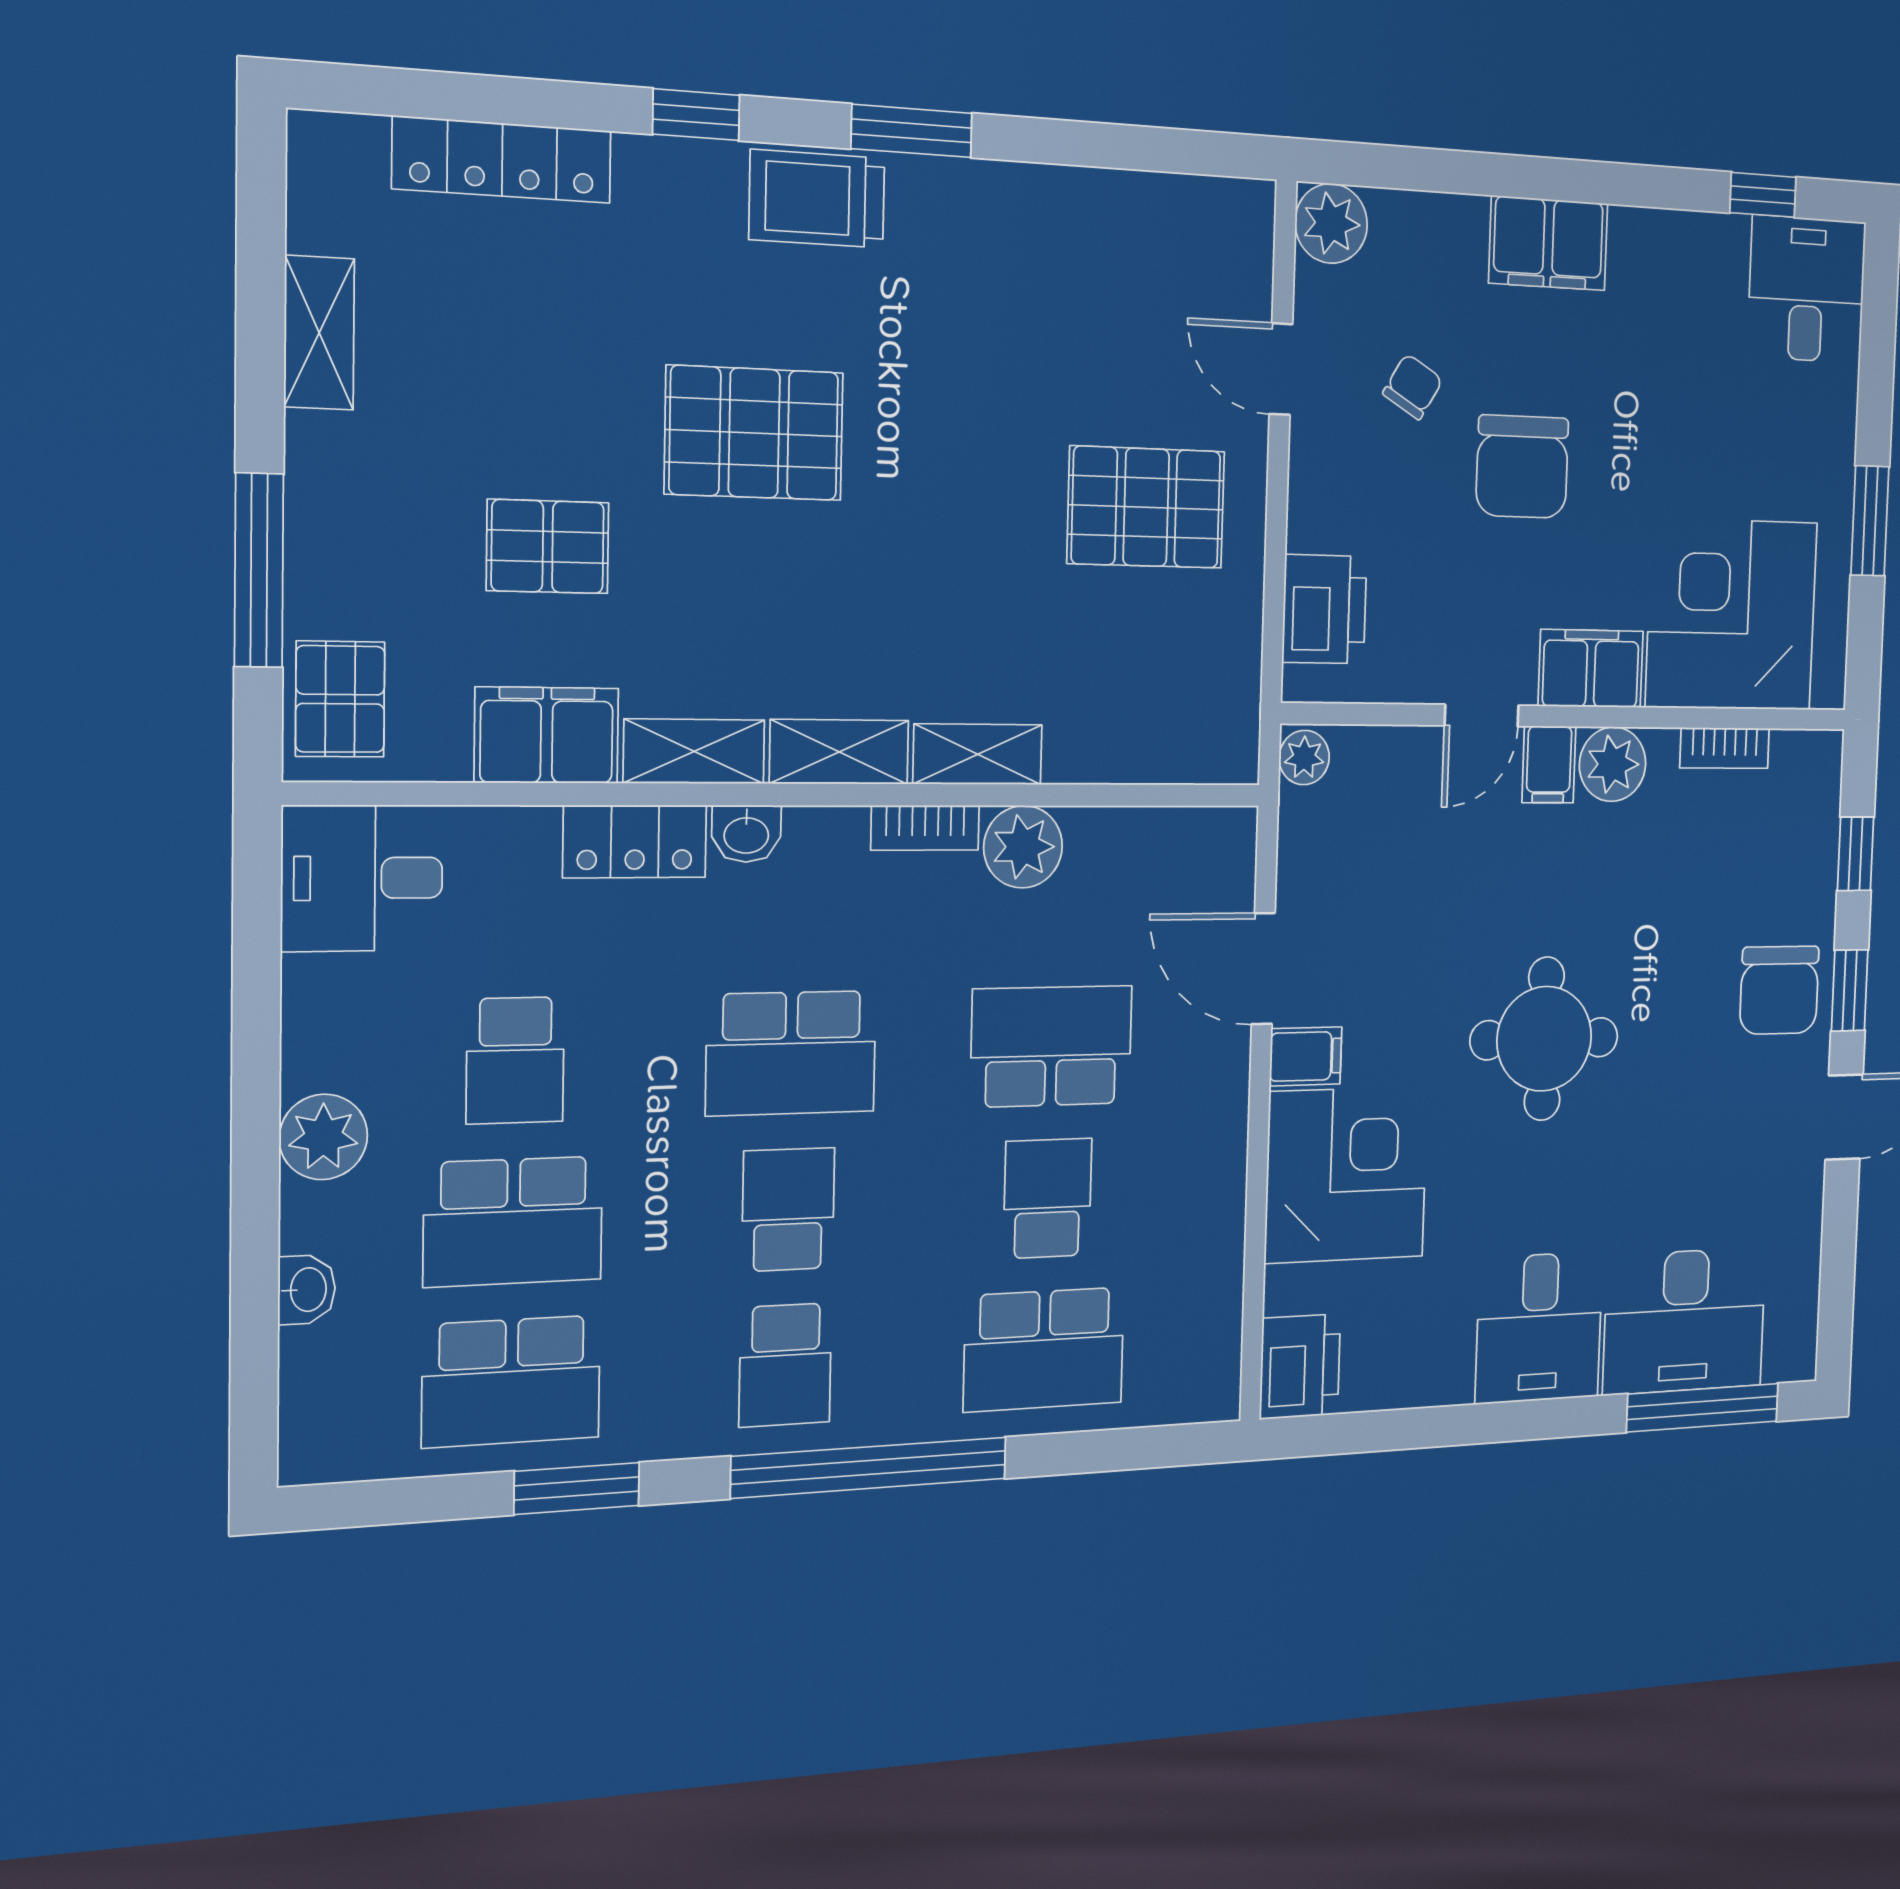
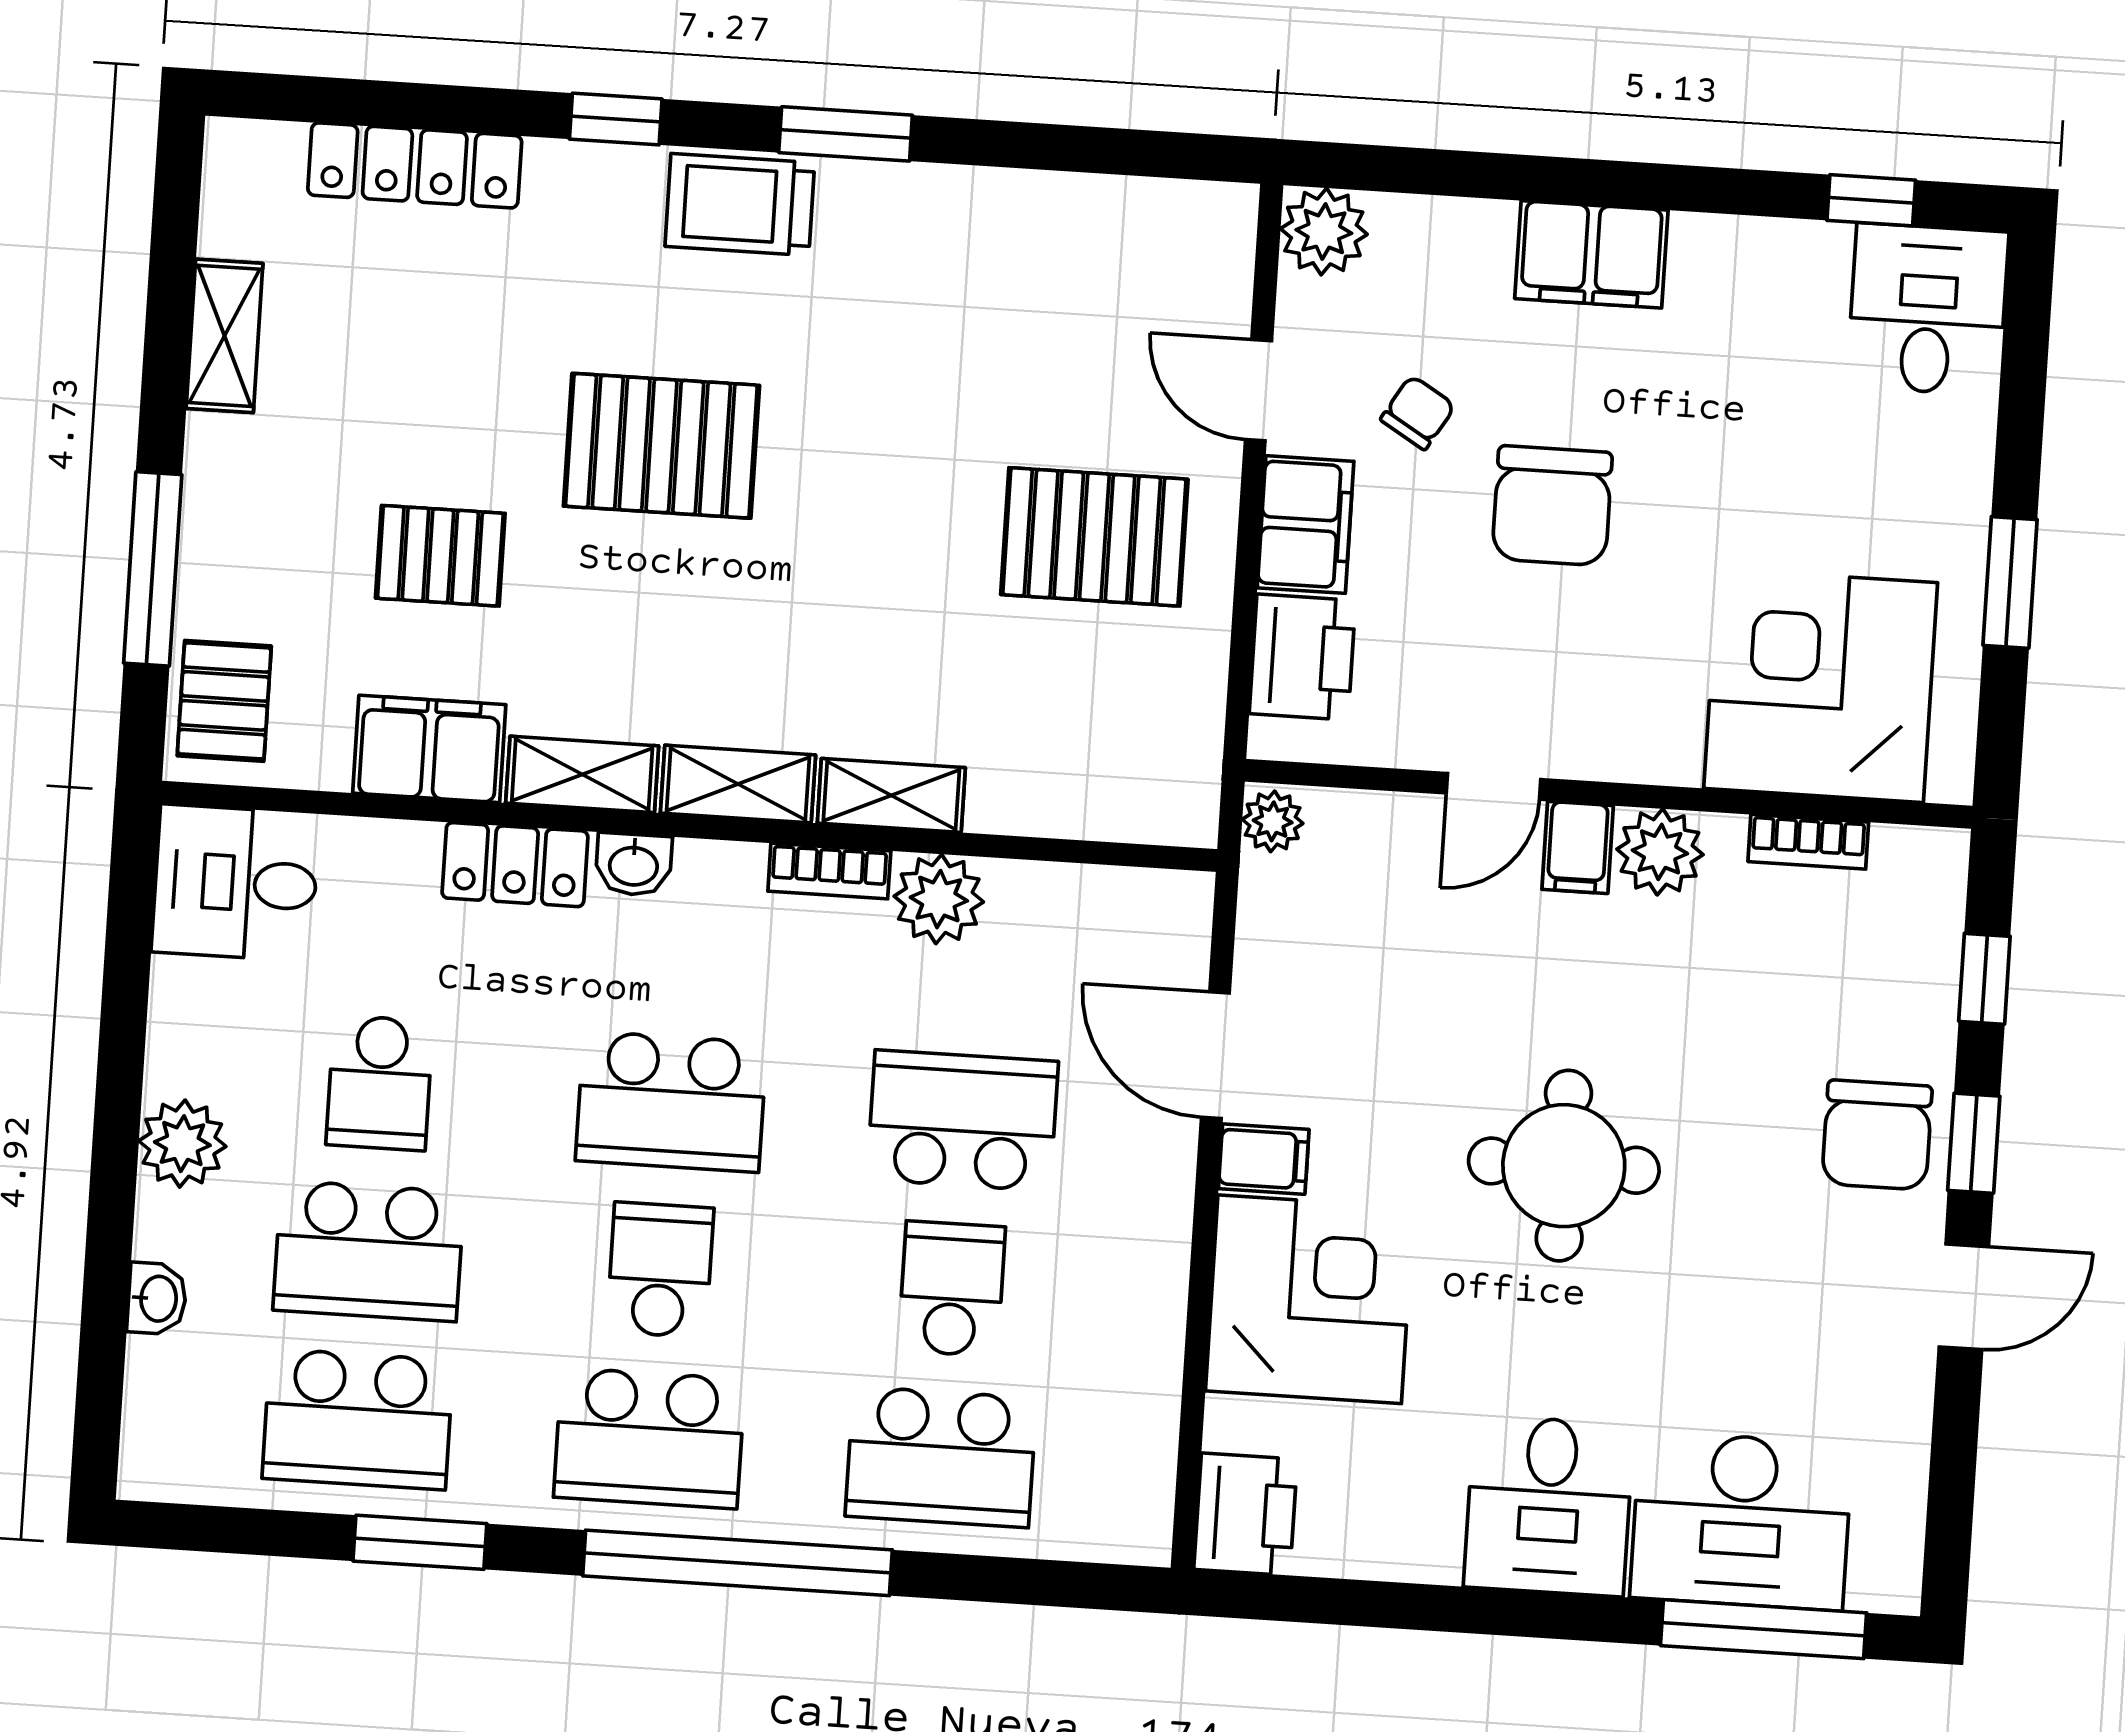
filing cabinet: (1591, 669) -> (1306, 525), moved, turned 90
school desk: (785, 1365) -> (649, 1438), width x1.85

